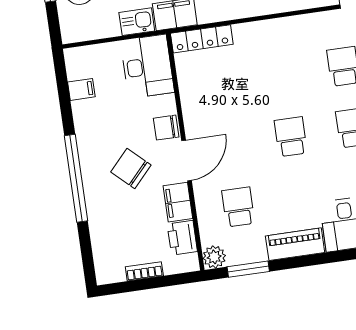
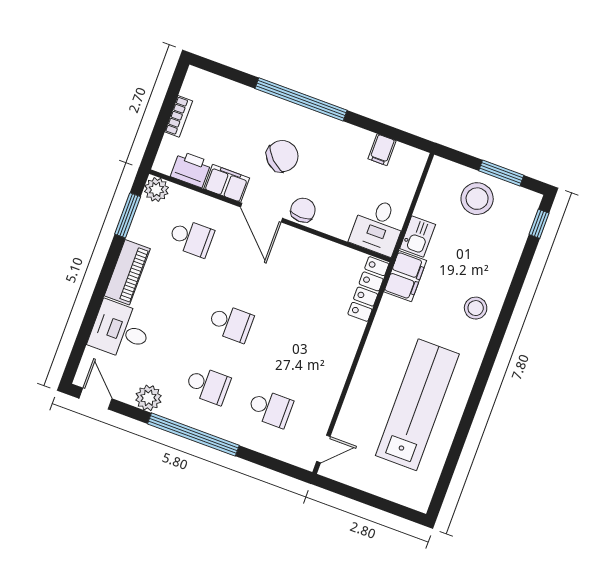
desk: (147, 66) -> (378, 227), width x0.73

